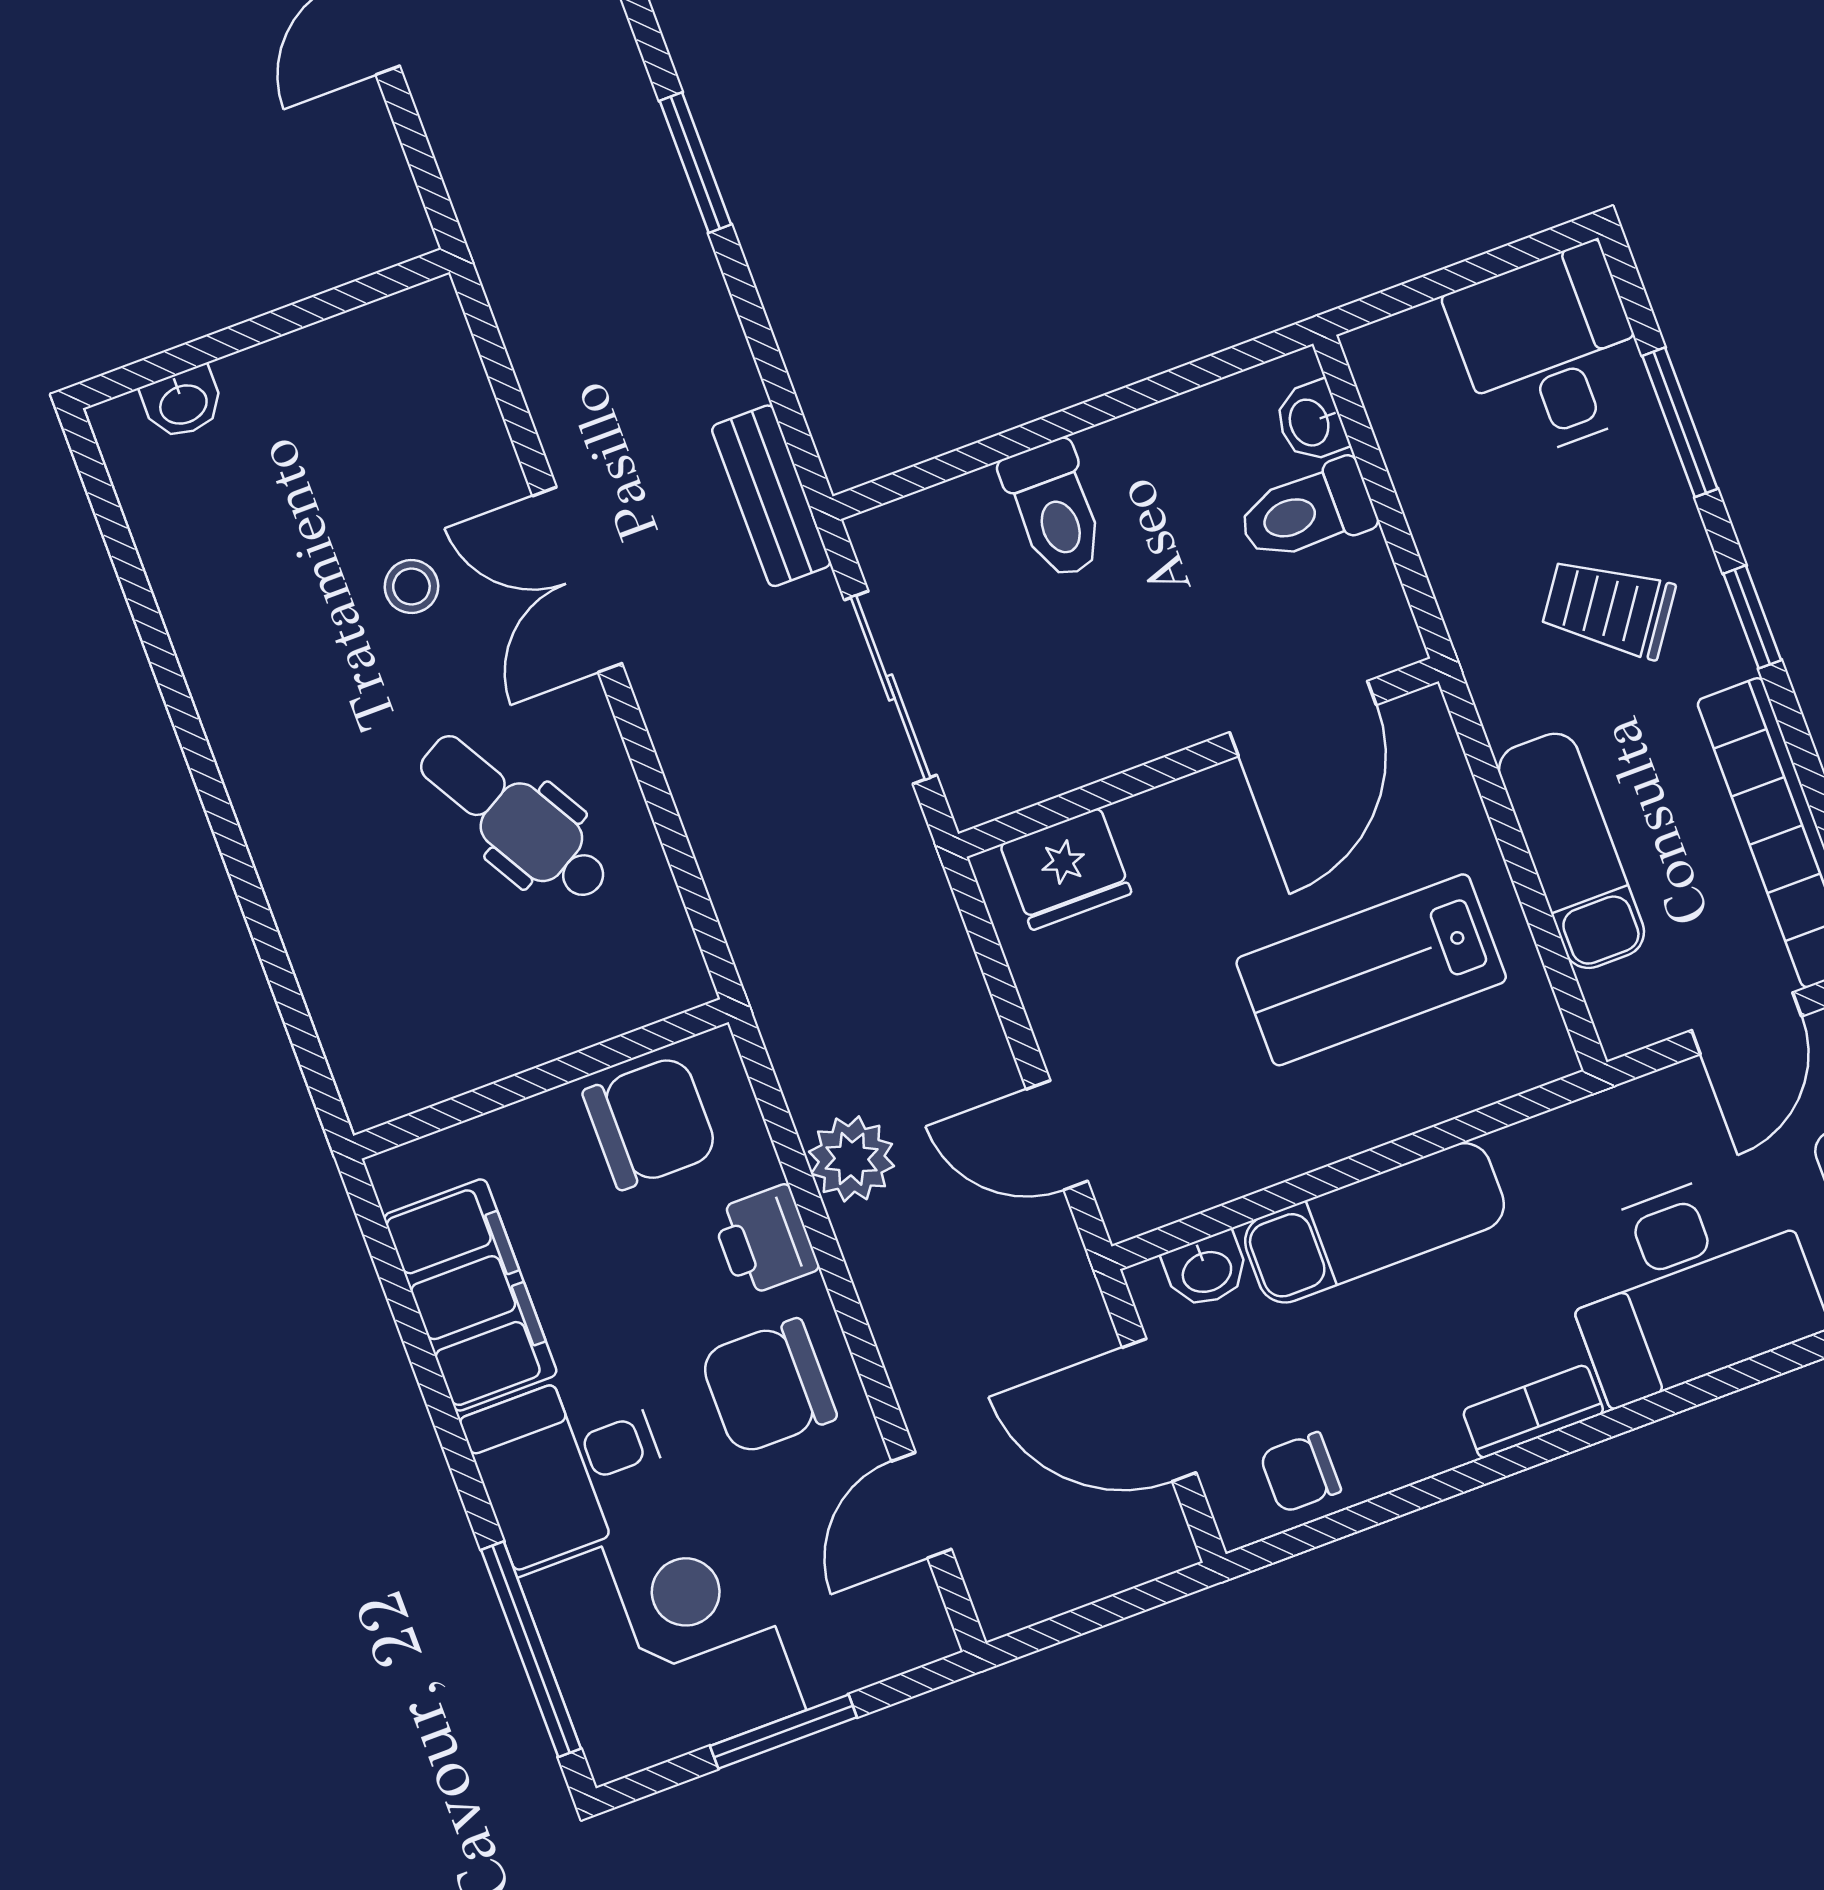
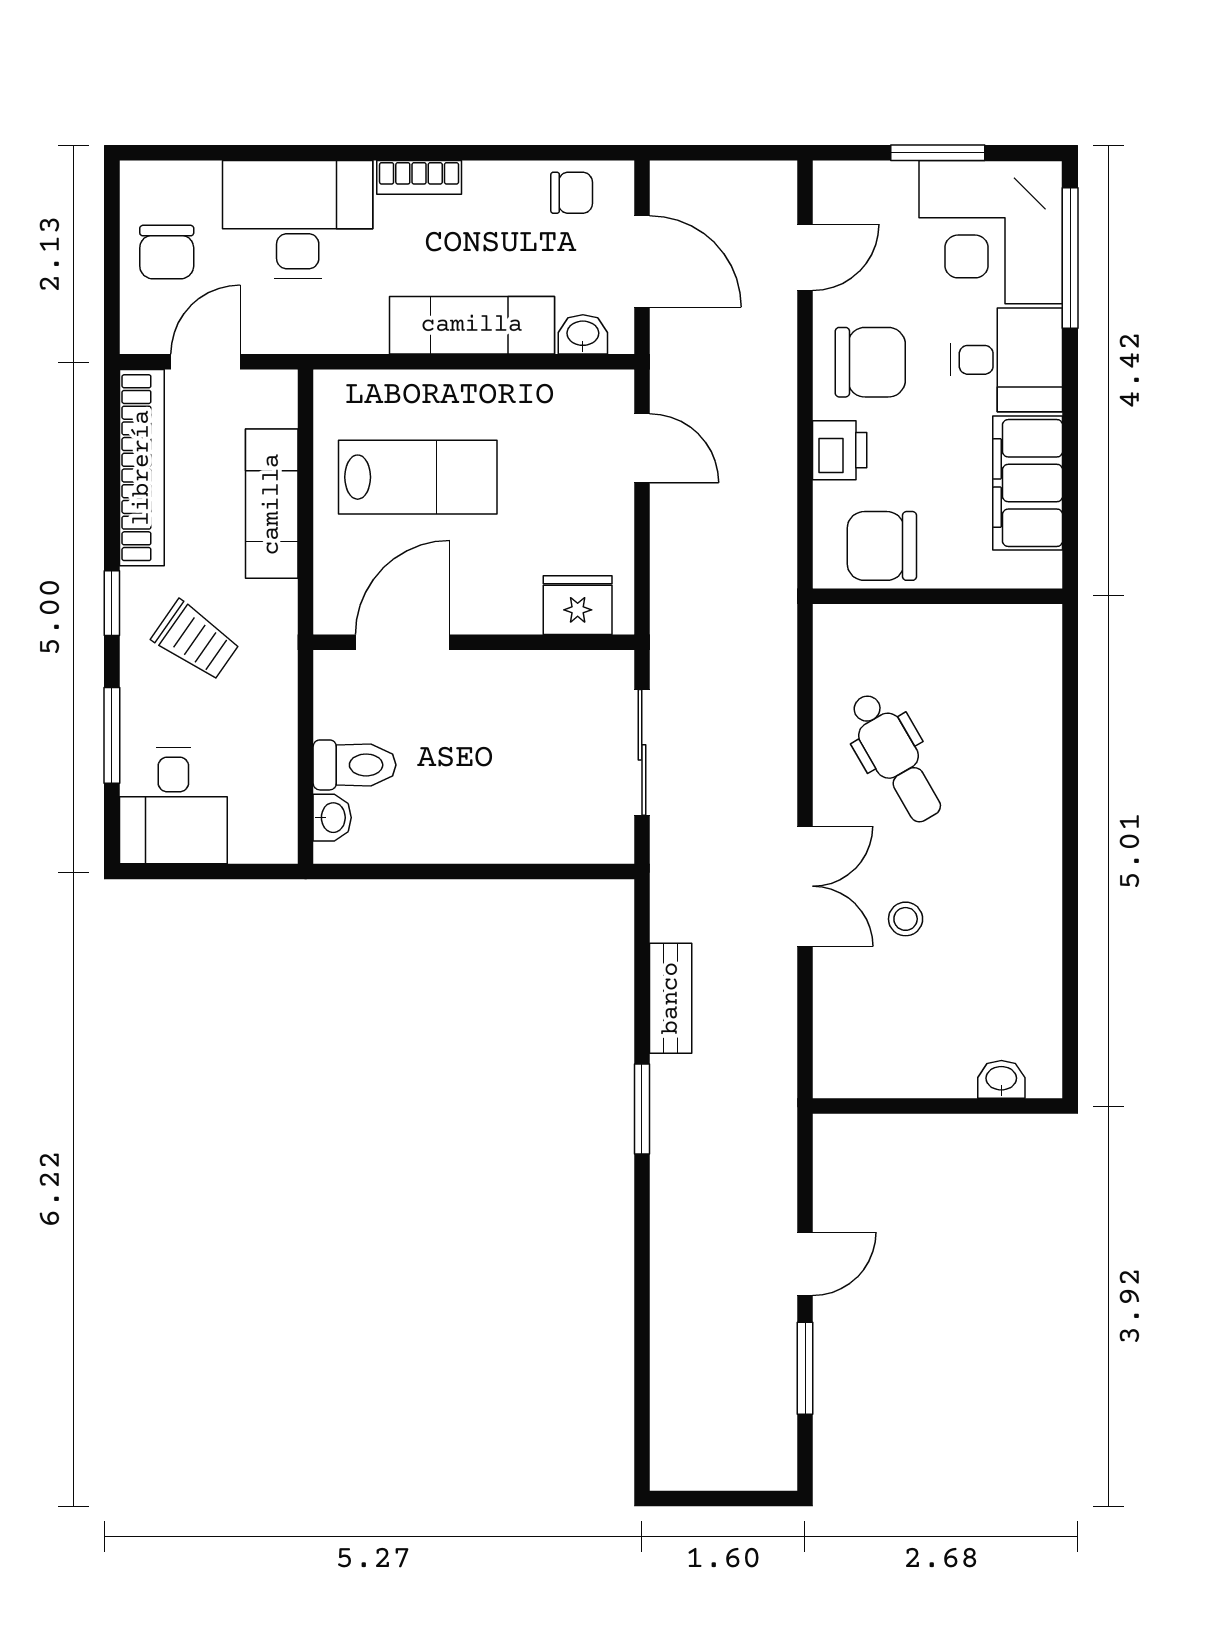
bench: (771, 496) -> (671, 998), moved
toilet: (1054, 510) -> (505, 822), removed
plant: (852, 1159) -> (770, 480), removed

